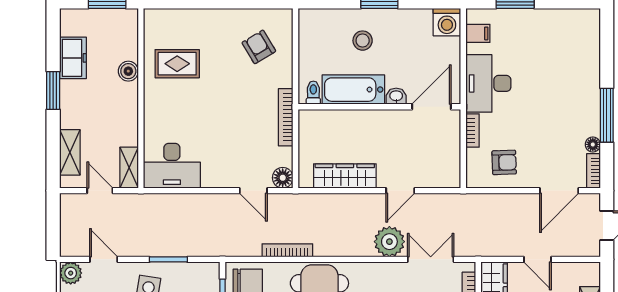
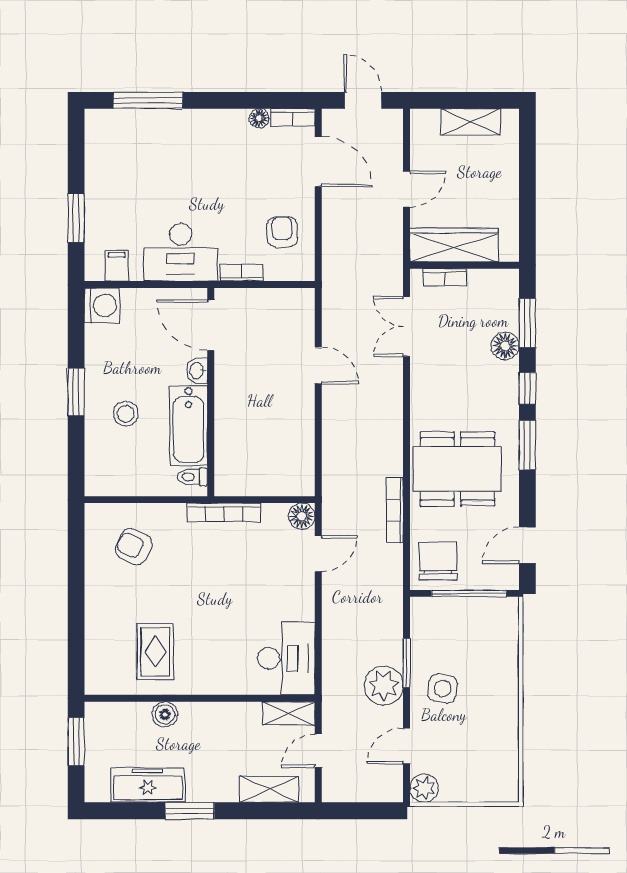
armchair: (259, 47) -> (134, 547), turned 57
freezer: (73, 58) -> (148, 785), width x1.40
window: (607, 115) -> (148, 100), moved
wardrobe: (345, 176) -> (299, 436), removed
plant: (389, 242) -> (384, 686), moved

